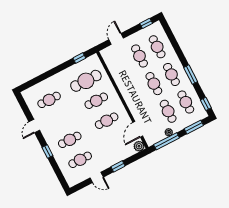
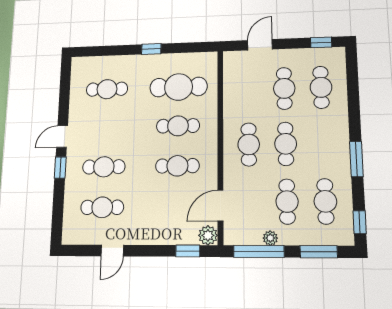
window: (79, 58) -> (151, 49), moved
cafe table: (171, 74) -> (249, 144), moved
door: (34, 126) -> (62, 137), moved
window: (118, 166) -> (188, 251), moved
door: (97, 177) -> (112, 251), hinge flipped

